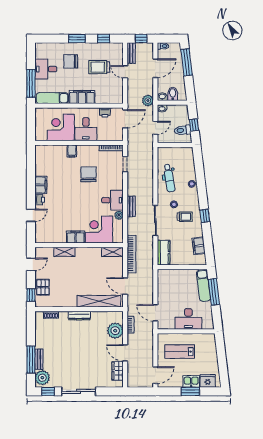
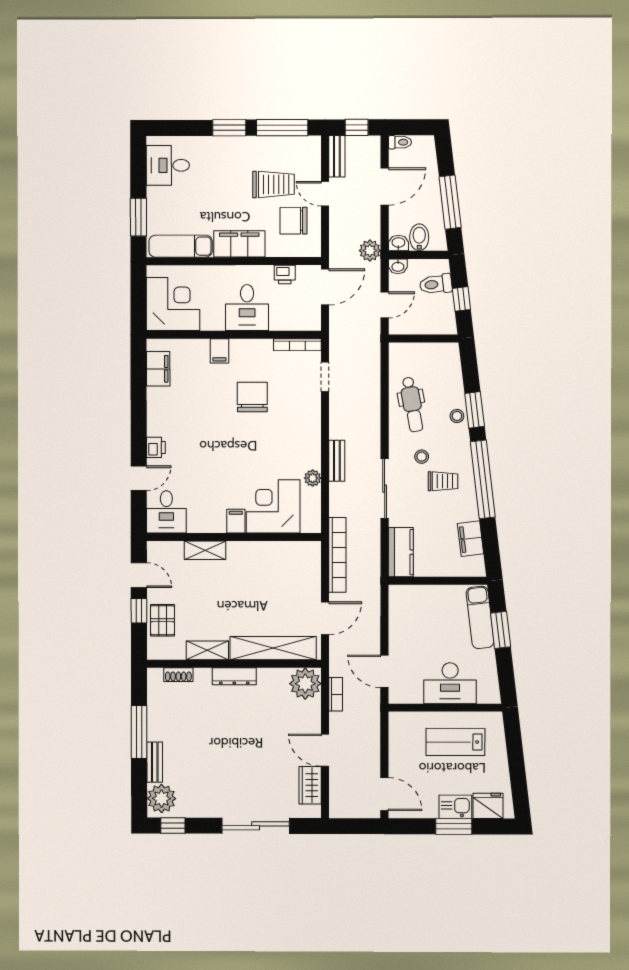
window: (104, 39) -> (282, 128), width x2.17
chair: (71, 61) -> (293, 221), moved
window: (187, 62) -> (450, 202), moved
trolley: (99, 67) -> (273, 184), turned 180
desk: (46, 69) -> (168, 165), moved
window: (31, 83) -> (138, 217), width x0.69
corner desk: (61, 127) -> (173, 304), moved, turned 90
toilet: (183, 130) -> (436, 284), moved
window: (201, 181) -> (475, 410), added
filing cabinet: (41, 185) -> (158, 369), moved
desk: (112, 200) -> (166, 512), moved, turned 90
window: (205, 216) -> (483, 479), width x3.17
filing cabinet: (76, 237) -> (236, 521), width x0.50
shelving: (113, 252) -> (207, 650), moved
door: (31, 264) -> (139, 575), hinge flipped
door: (125, 286) -> (325, 618), swing flipped
window: (214, 292) -> (501, 630), width x0.69
window: (31, 295) -> (139, 611), moved
plant: (115, 331) -> (305, 684), moved
lab bench: (180, 352) -> (455, 742), moved
window: (31, 360) -> (139, 732), moved
door: (155, 375) -> (384, 794), hinge flipped
sliding door: (79, 391) -> (256, 826), moved

